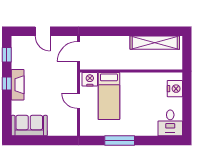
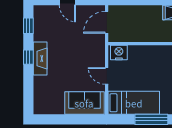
bed: (109, 96) -> (134, 103), moved, turned -90
sofa: (29, 126) -> (84, 103), moved

